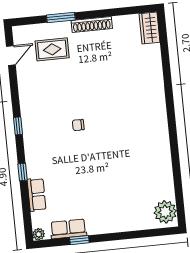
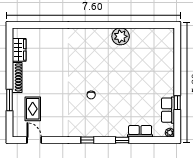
wardrobe: (150, 28) -> (19, 50), moved, turned -90
plant: (165, 212) -> (121, 36), moved

